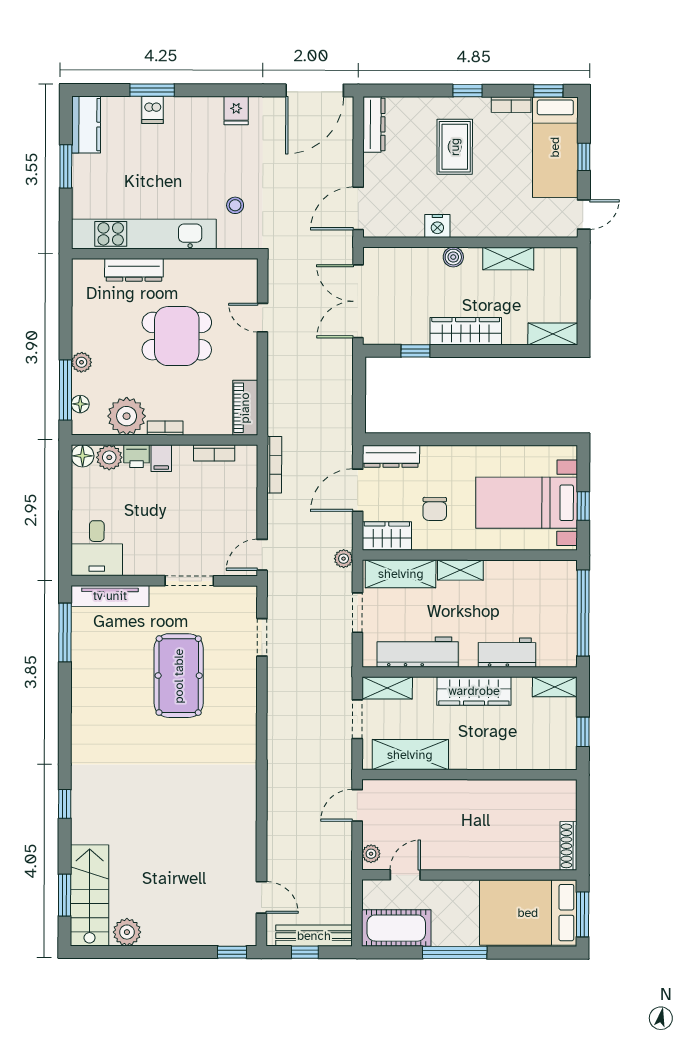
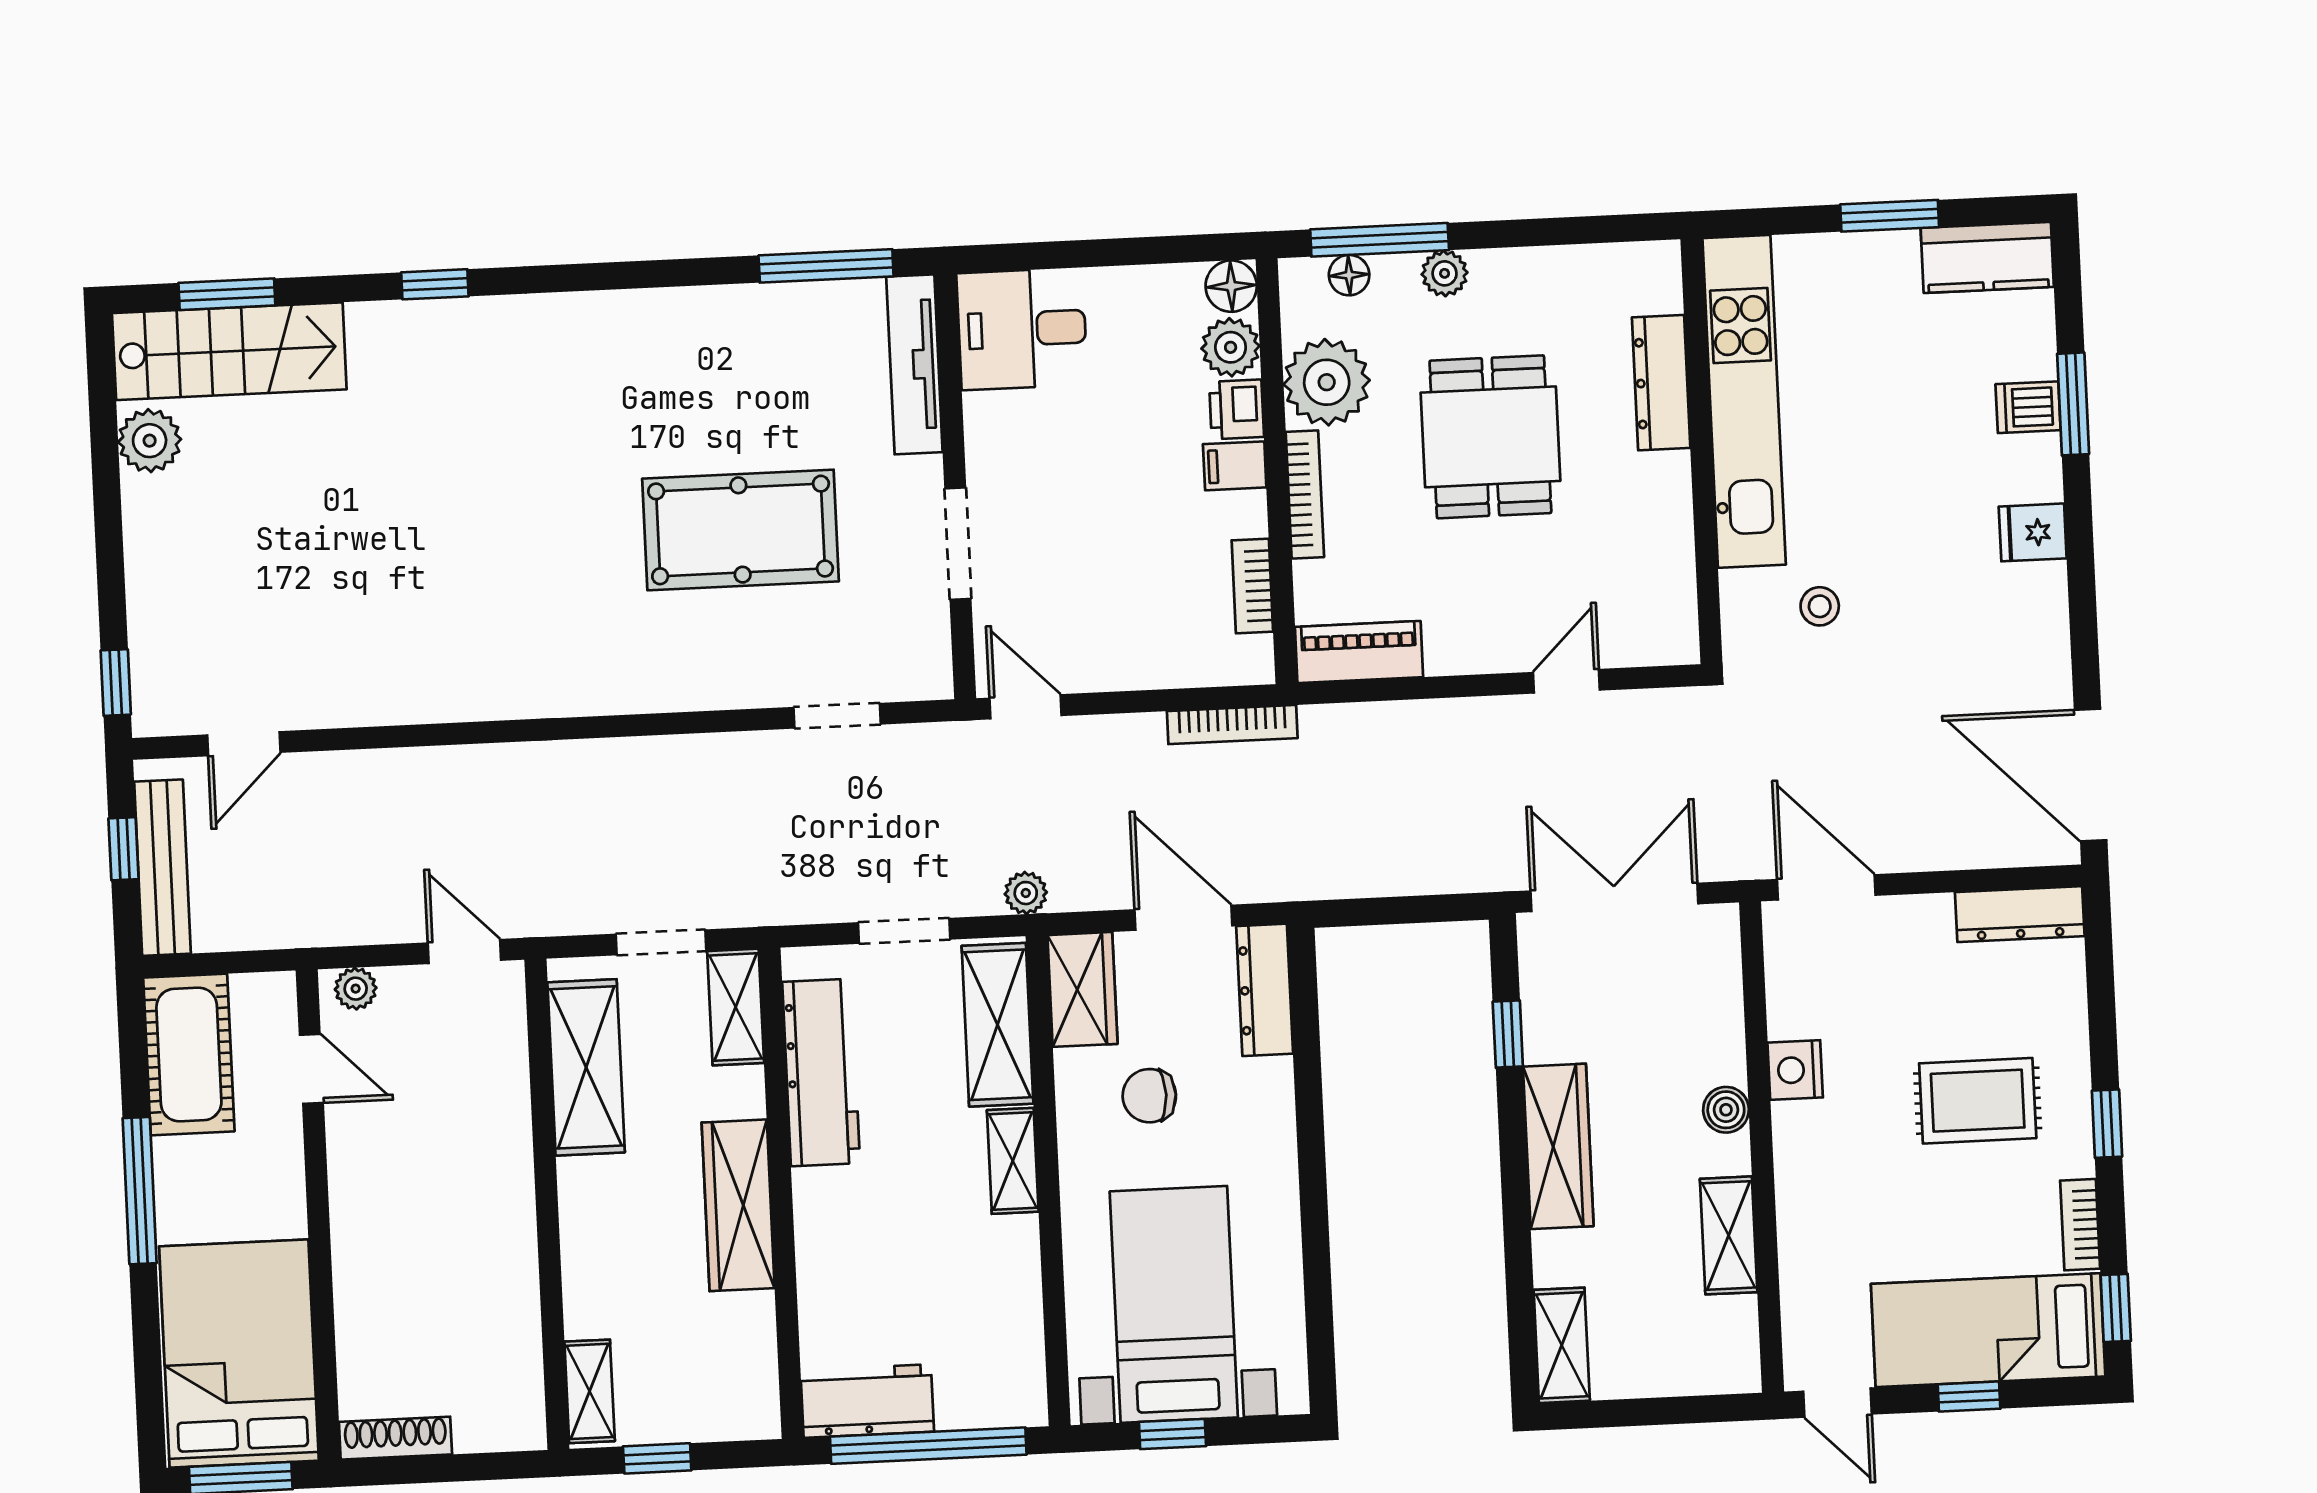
fridge: (236, 111) -> (2033, 532), moved
dining table: (177, 336) -> (1490, 437), moved
bookcase: (165, 428) -> (1305, 494), width x1.56
workbench: (507, 653) -> (867, 1401), moved, turned -90
shelving: (555, 687) -> (590, 1391), moved

